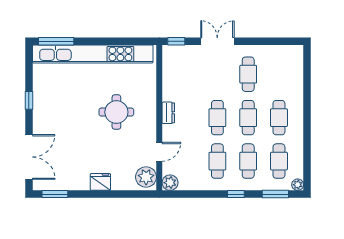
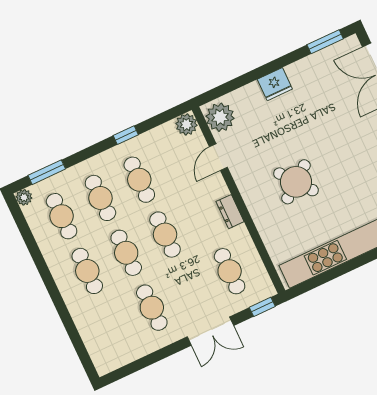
cafe table: (187, 74) -> (230, 271), added
round table: (116, 112) -> (296, 182), turned -38
window: (236, 194) -> (126, 135), moved

